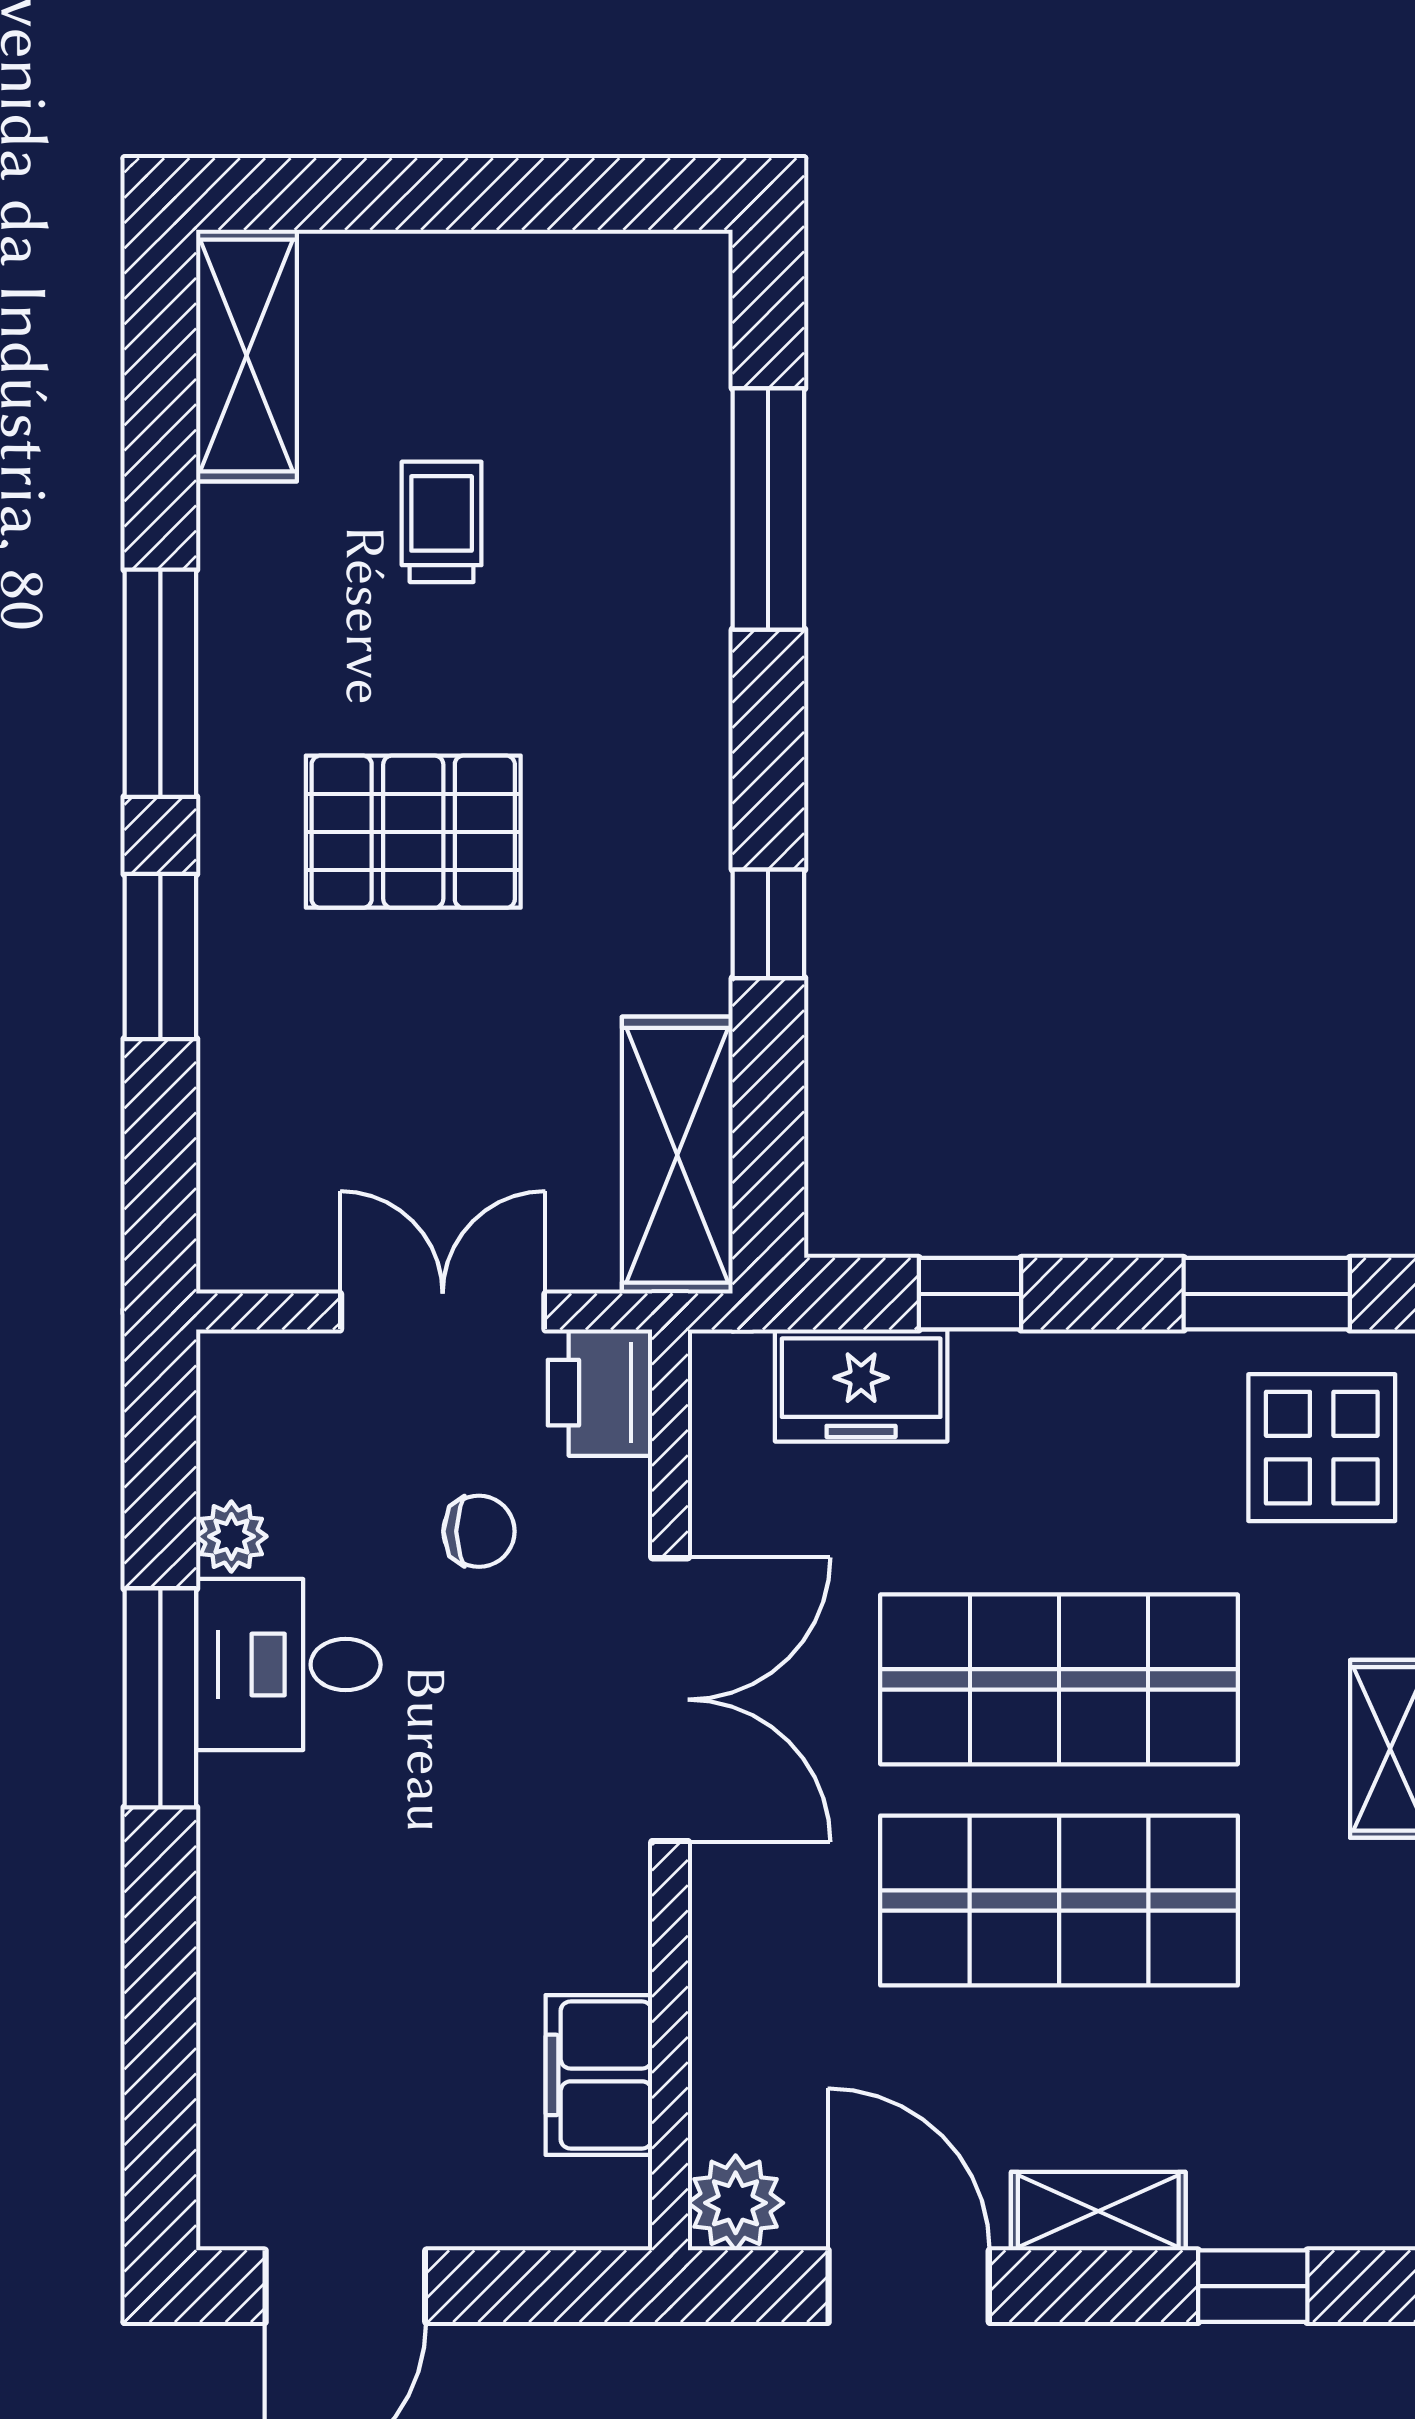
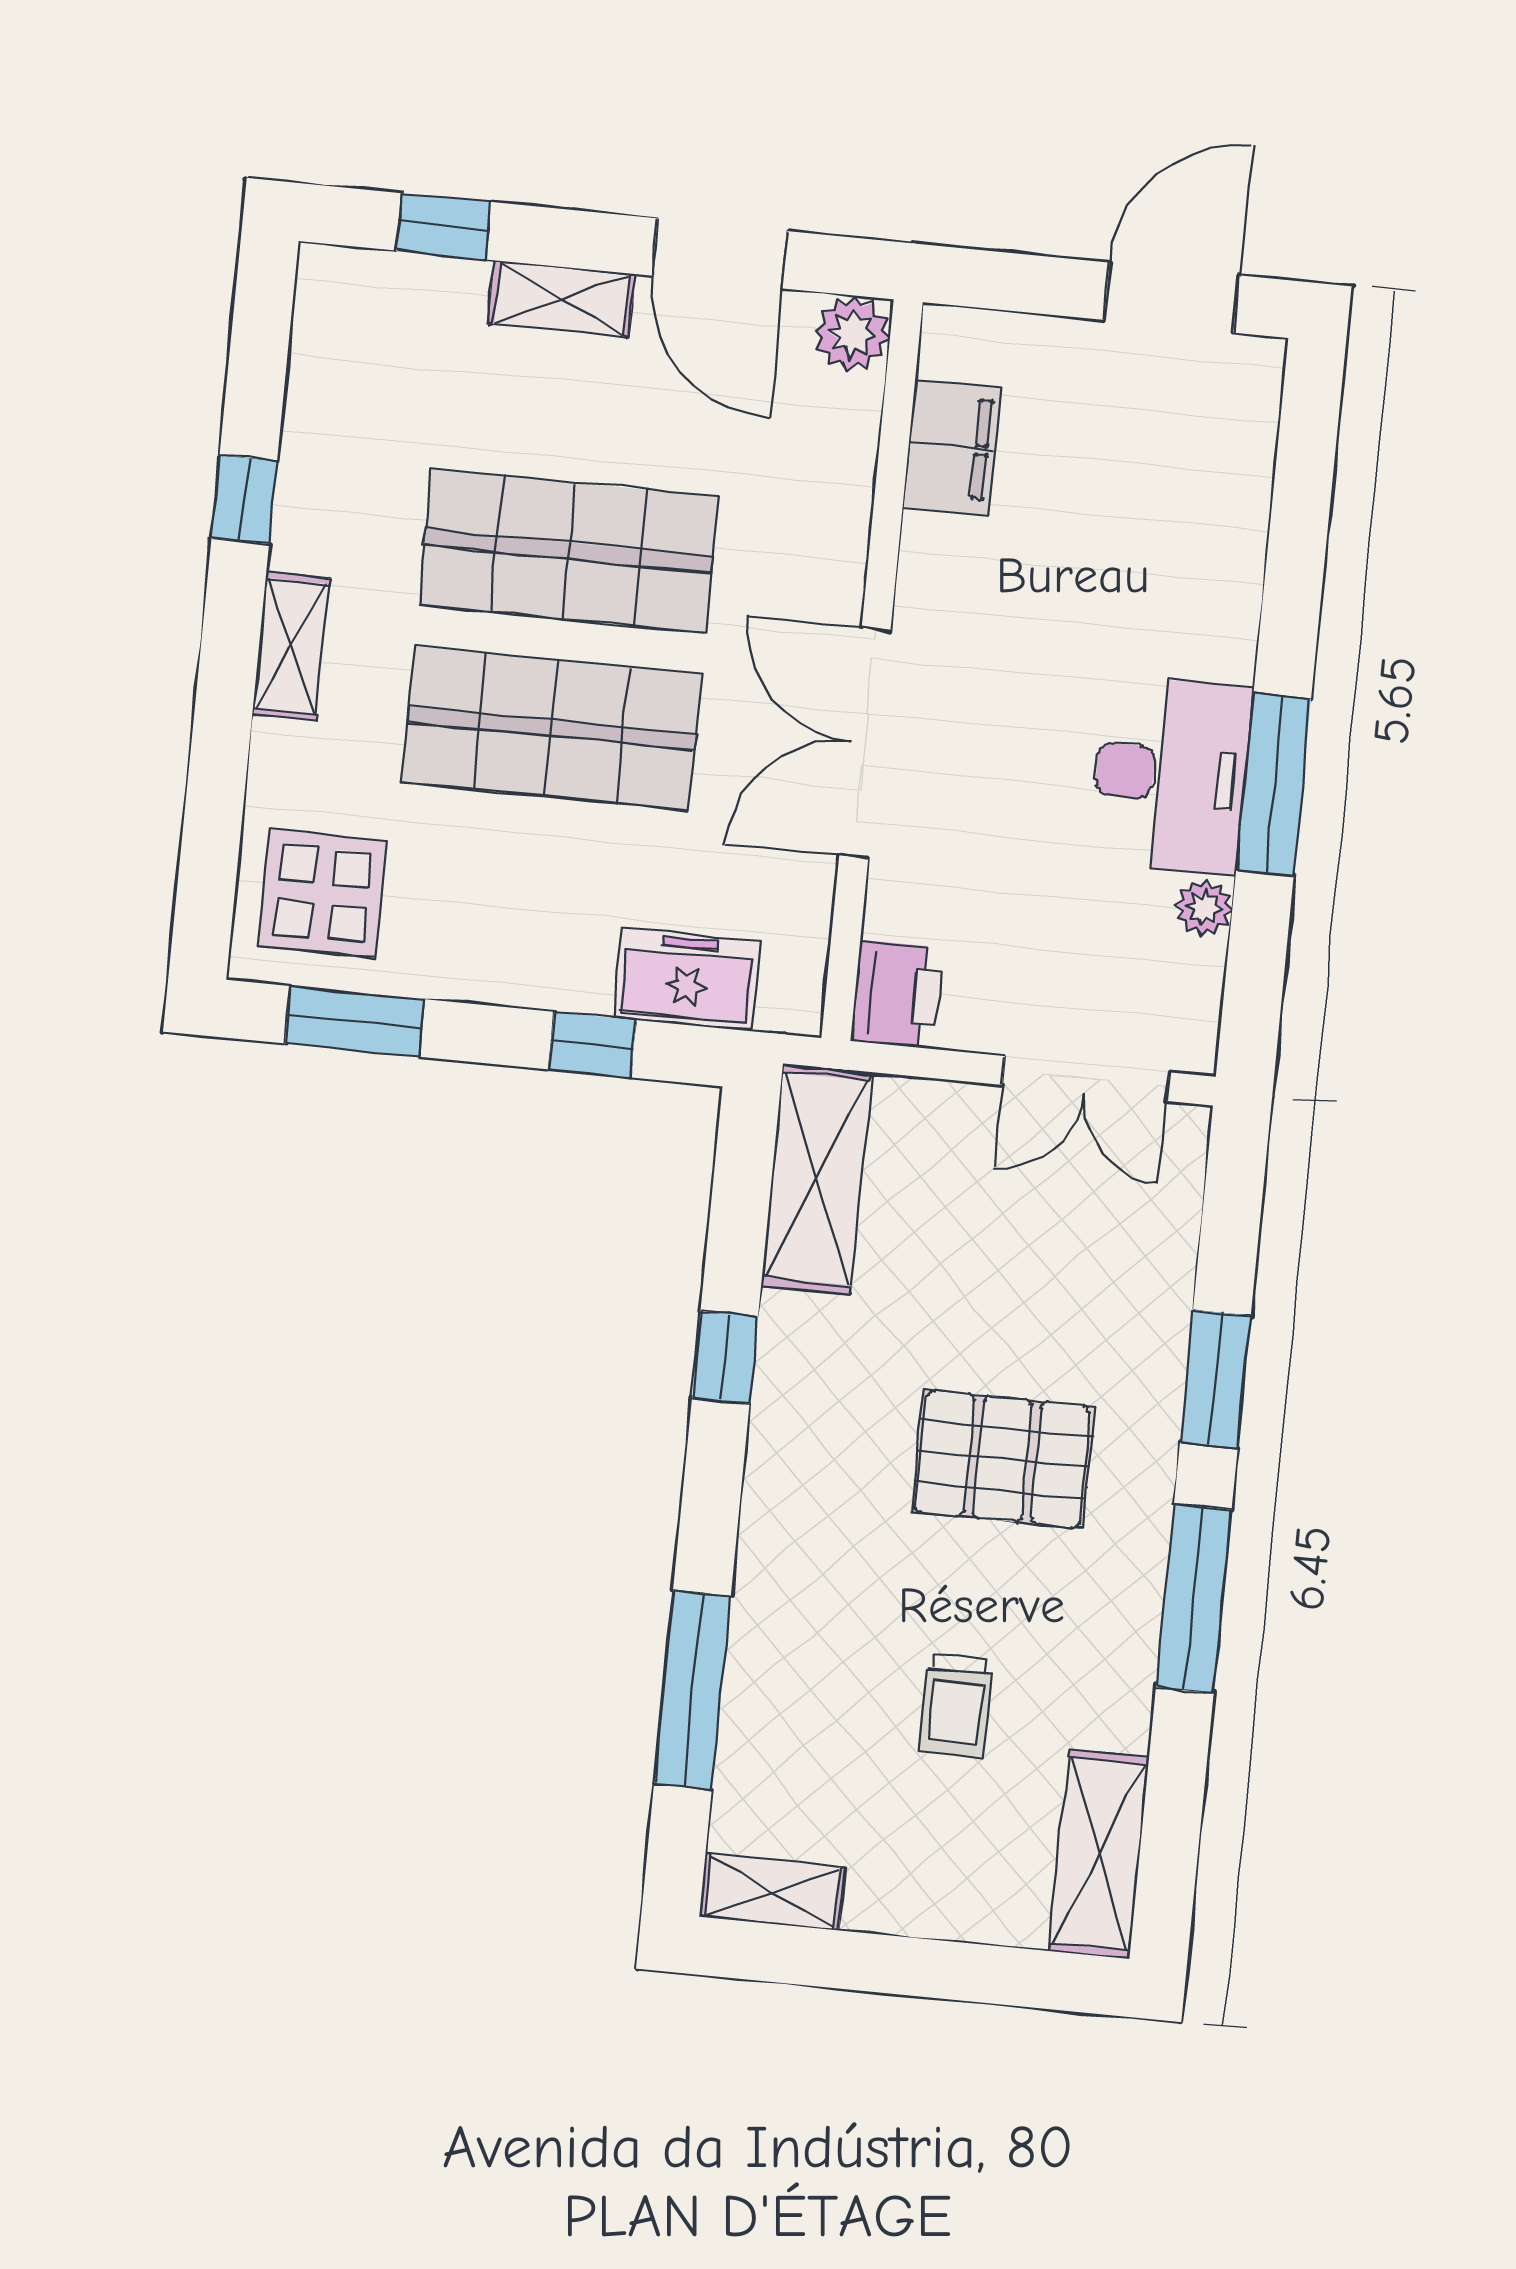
shelving: (646, 269) -> (772, 1892), added
double door: (443, 1312) -> (1086, 1079), moved
chair: (479, 1531) -> (1005, 893), removed
desk: (288, 1665) -> (1171, 775), width x1.37

